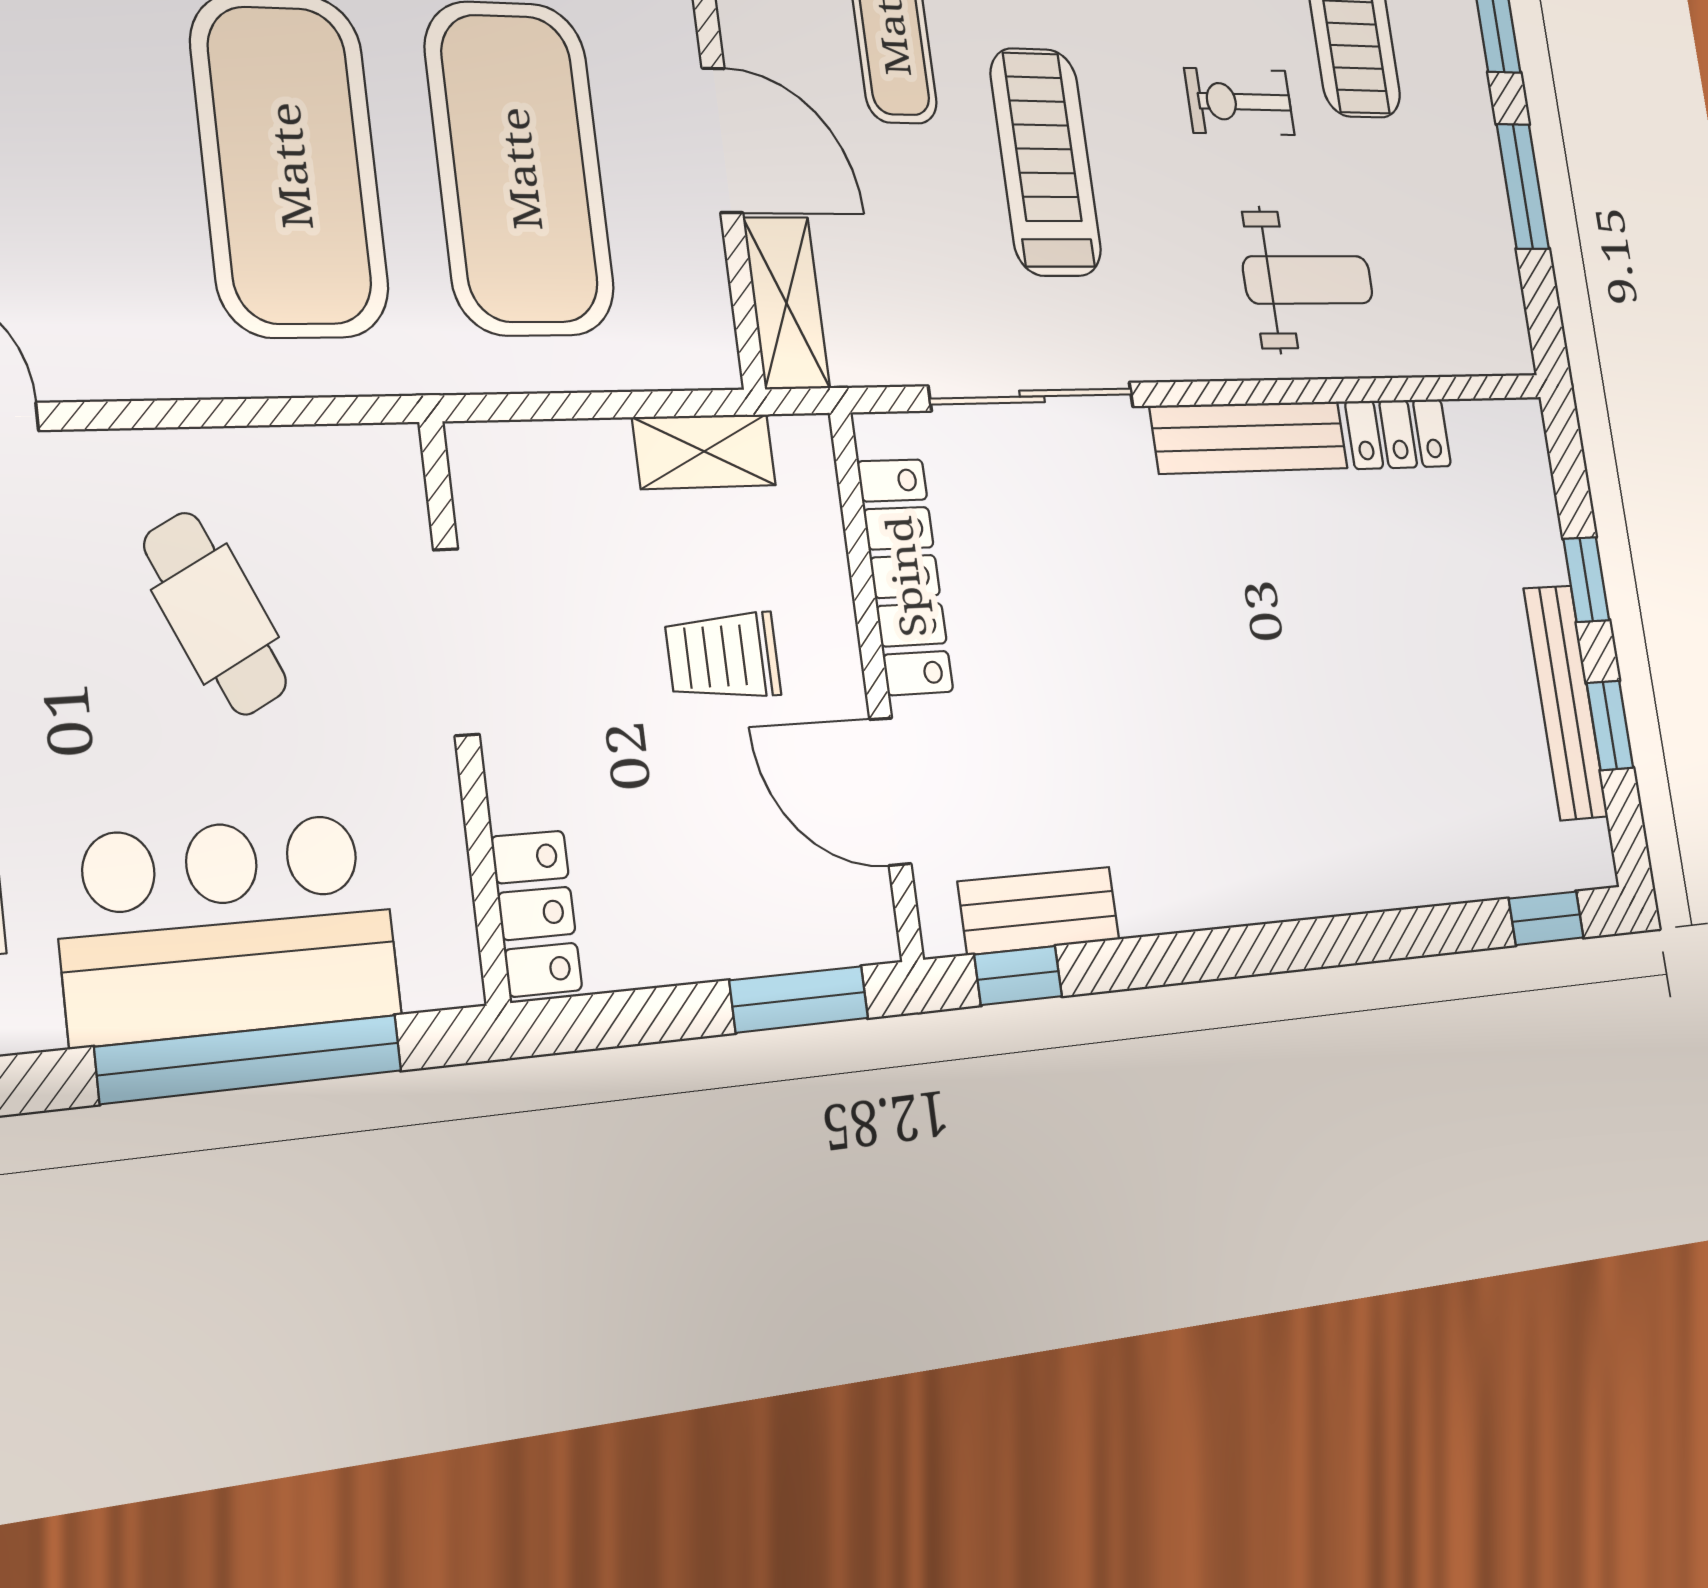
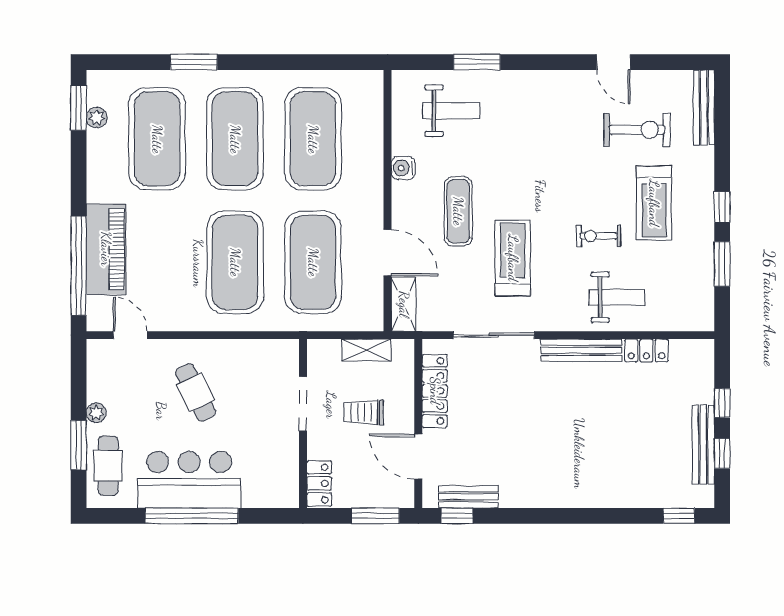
doorway: (456, 642) -> (303, 404), moved
wall: (464, 710) -> (303, 424), moved
locker: (537, 913) -> (319, 483), moved

